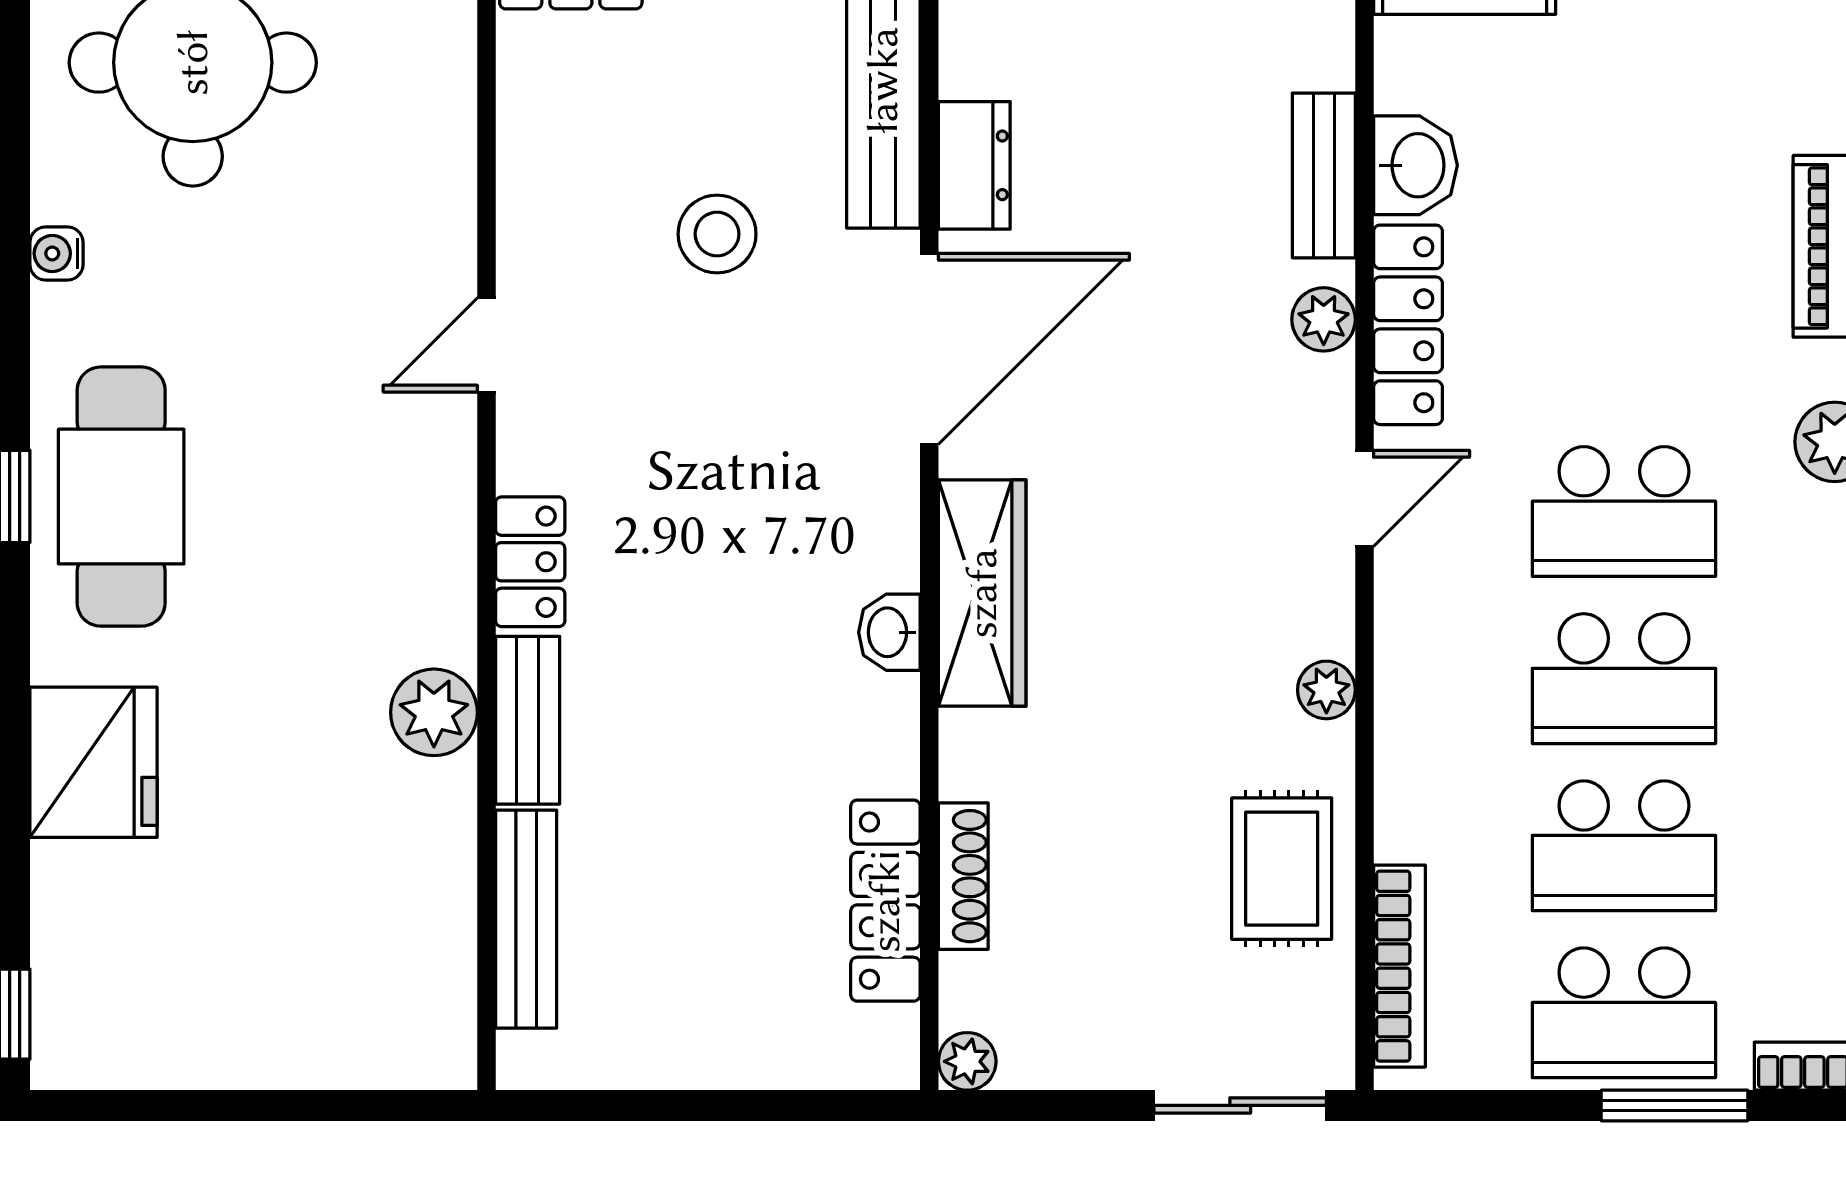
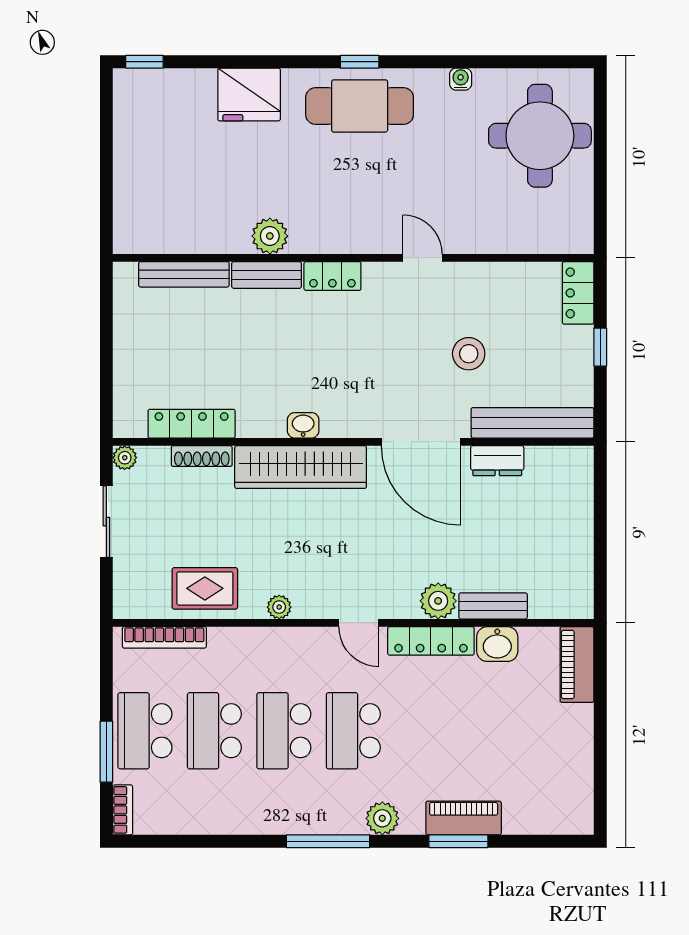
plant: (1324, 319) -> (438, 601), width x1.38, depth x1.38
wardrobe: (982, 593) -> (301, 467), width x1.40, depth x1.17
sliding door: (1240, 1105) -> (106, 522), moved

